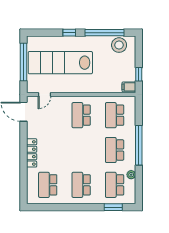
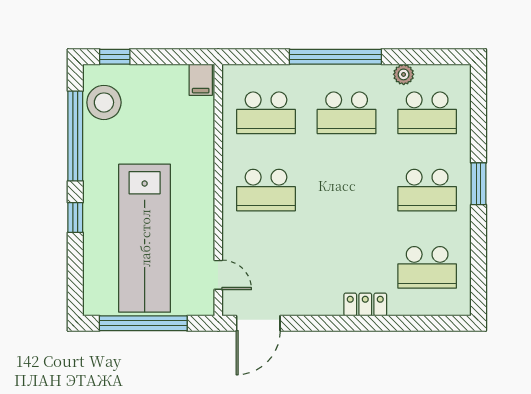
window: (139, 74) -> (115, 57), moved
locker: (32, 153) -> (365, 305), width x0.66
window: (113, 207) -> (479, 184), moved

